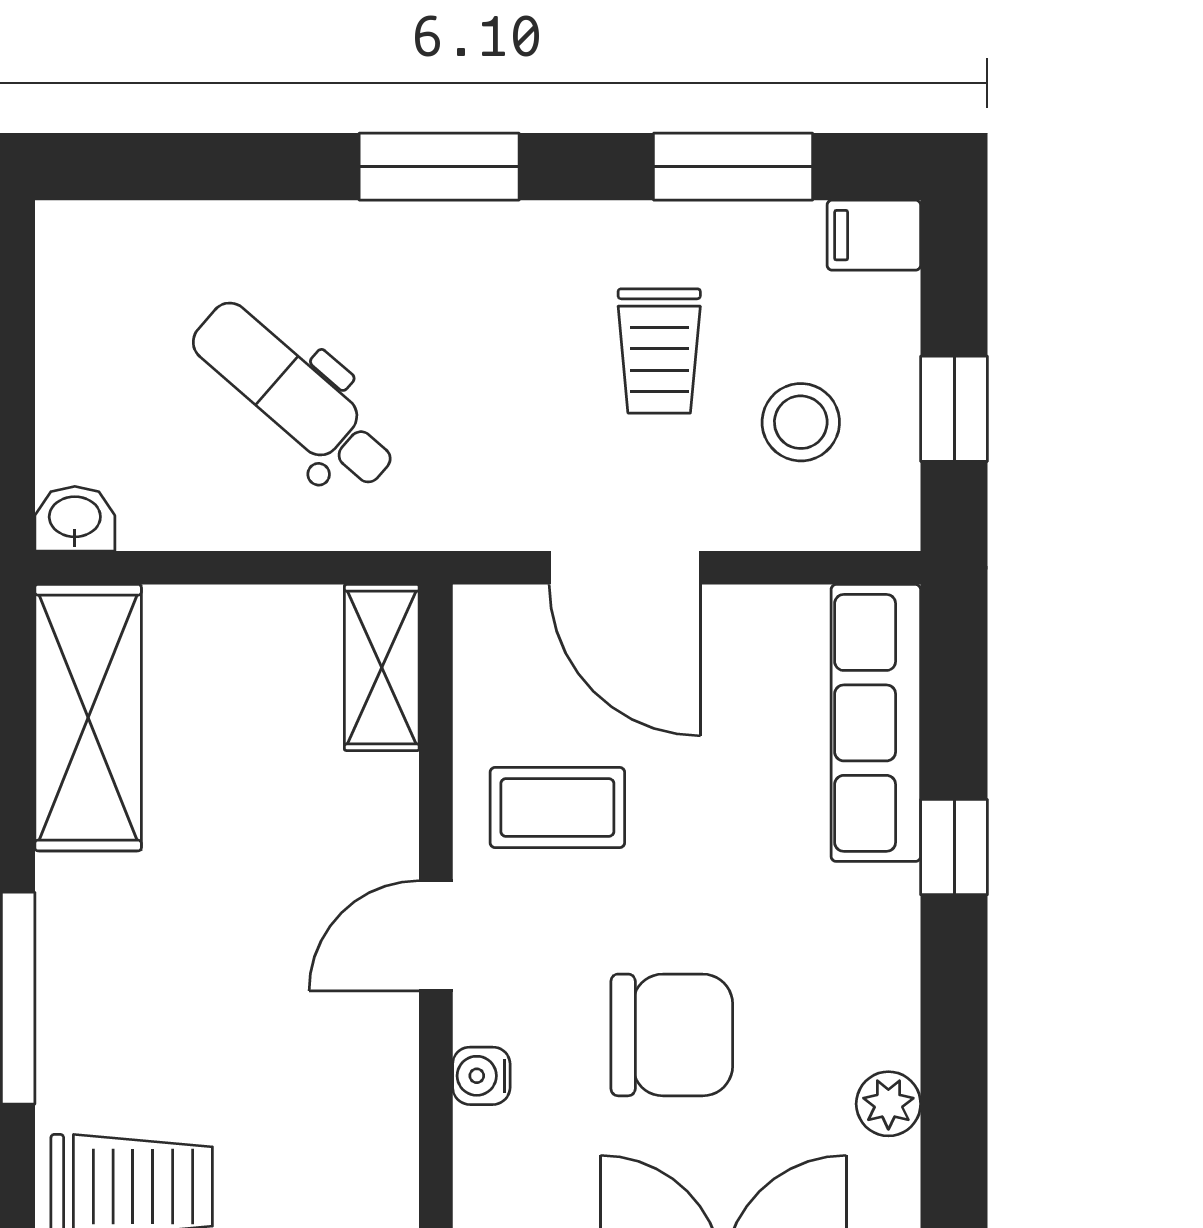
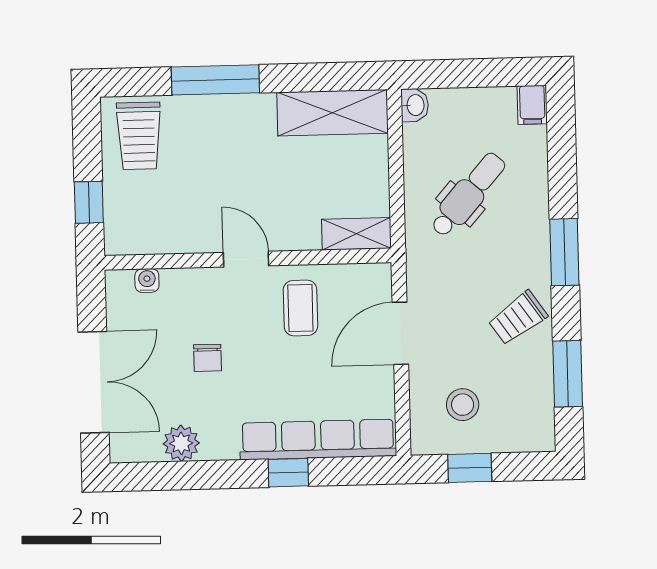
filing cabinet: (874, 235) -> (532, 105), moved, turned 180
trolley: (659, 351) -> (518, 318), moved, turned -35
row of seats: (876, 723) -> (318, 439), width x1.36
chair: (672, 1035) -> (207, 358), width x0.54, depth x0.54
water cooler: (481, 1076) -> (147, 281), moved
plant: (888, 1104) -> (181, 443), width x1.38, depth x1.38

